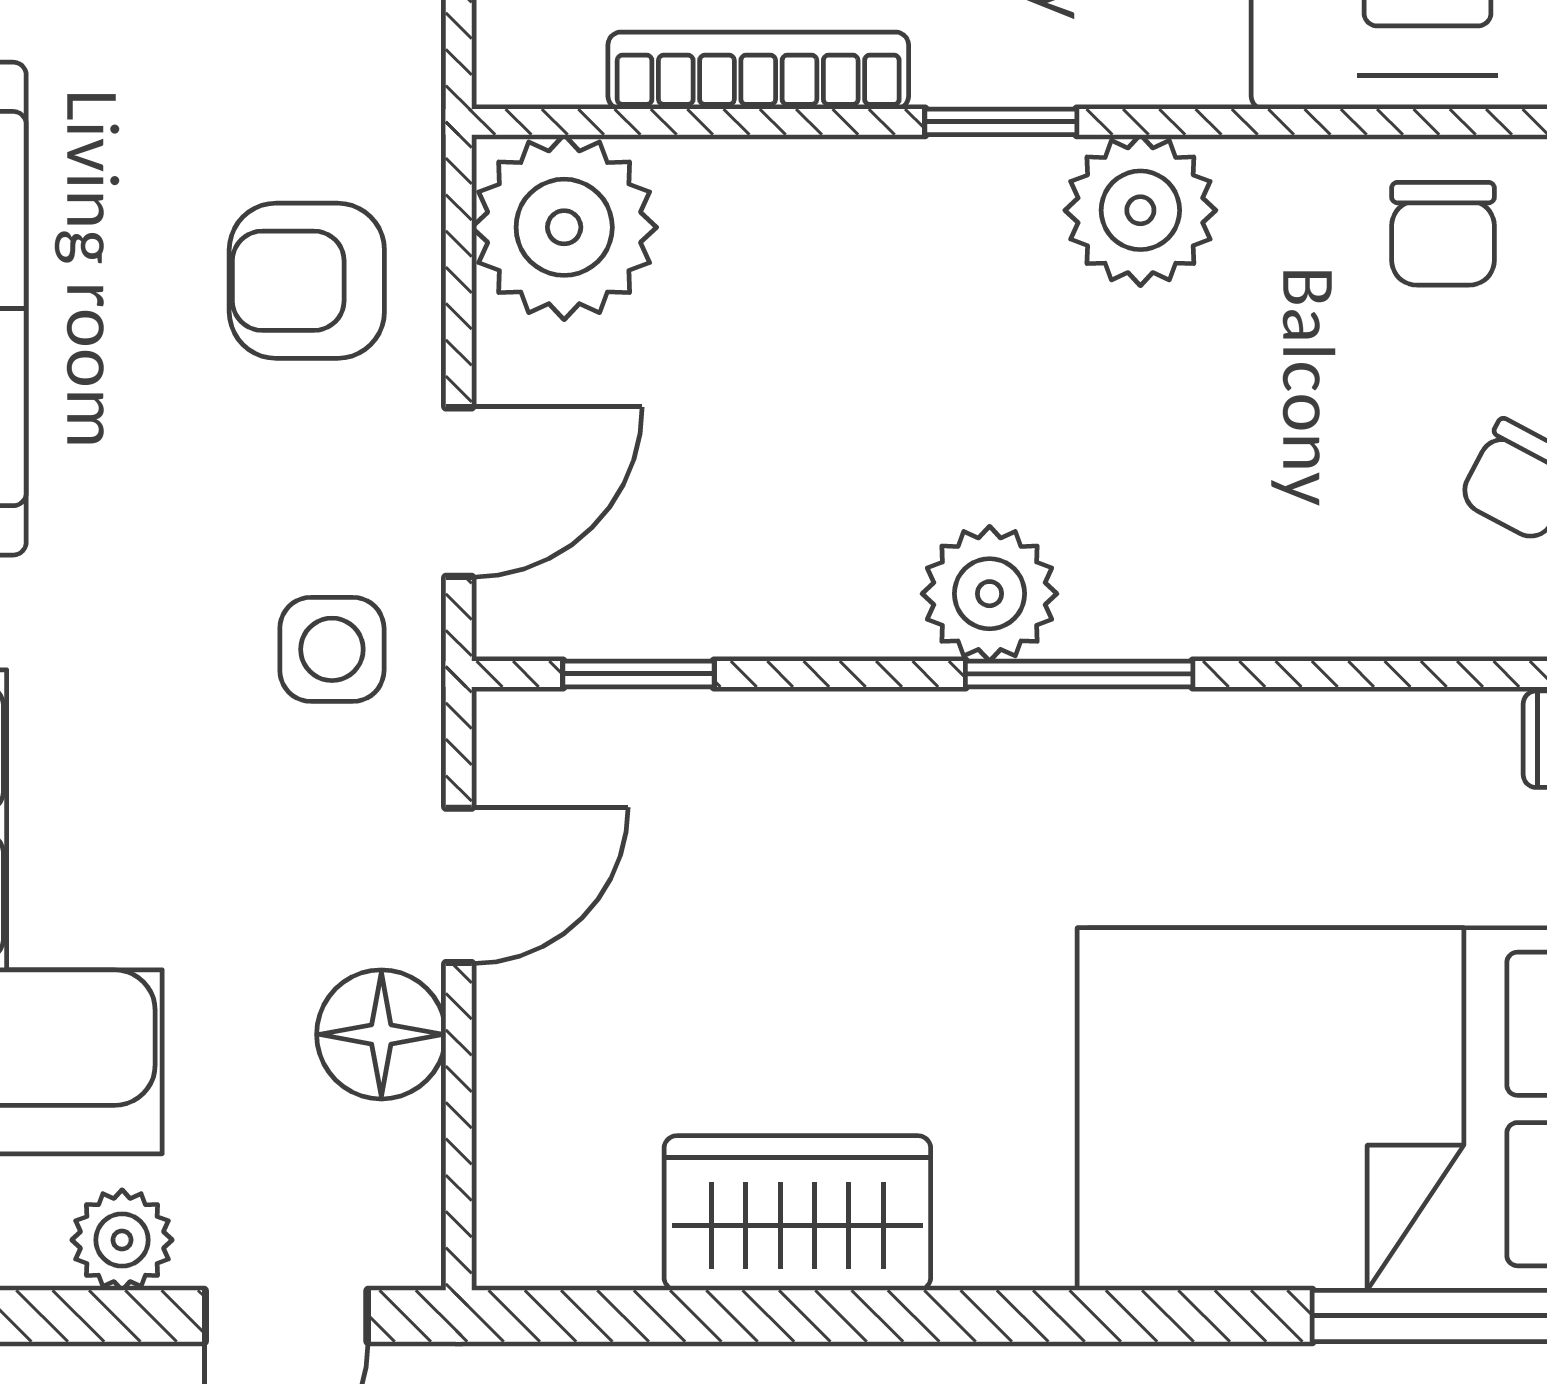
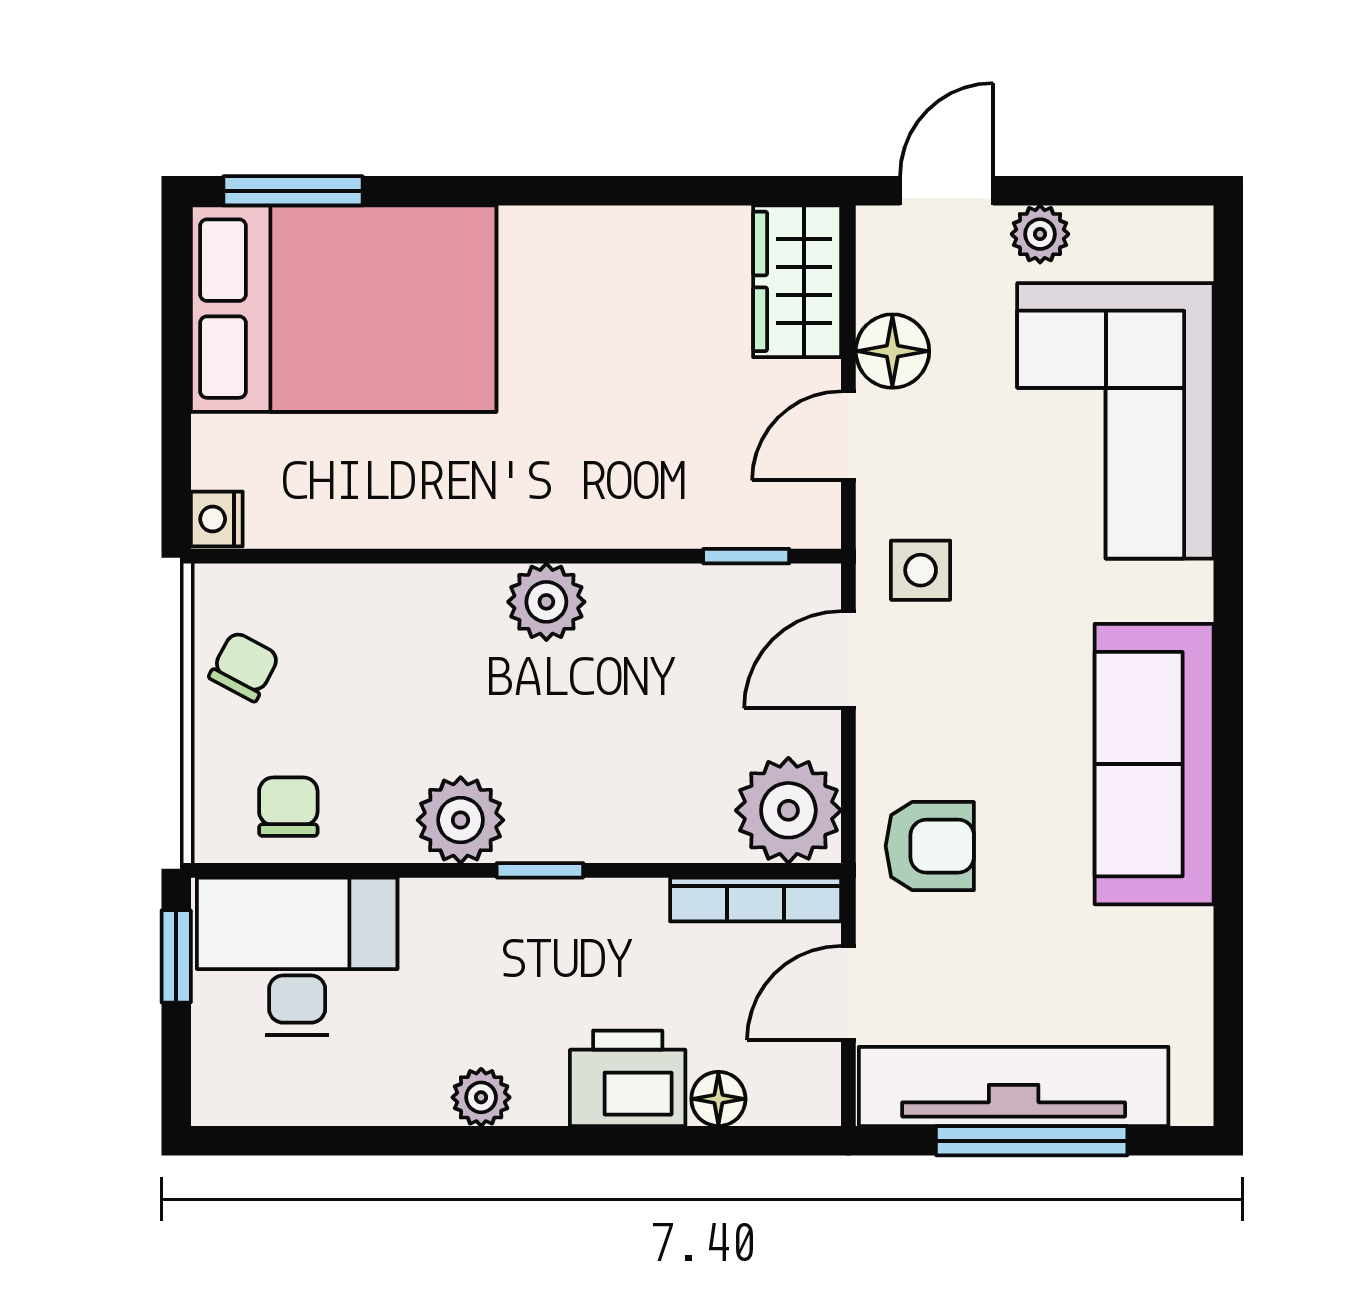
bookcase: (758, 71) -> (756, 900), moved
armchair: (307, 281) -> (930, 846), moved
window: (1079, 674) -> (495, 556), removed
wardrobe: (797, 1213) -> (797, 281), moved, turned 90

